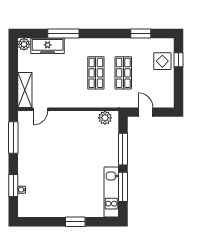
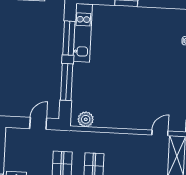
door: (146, 112) -> (38, 123), swing flipped

